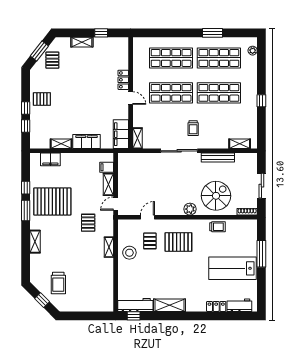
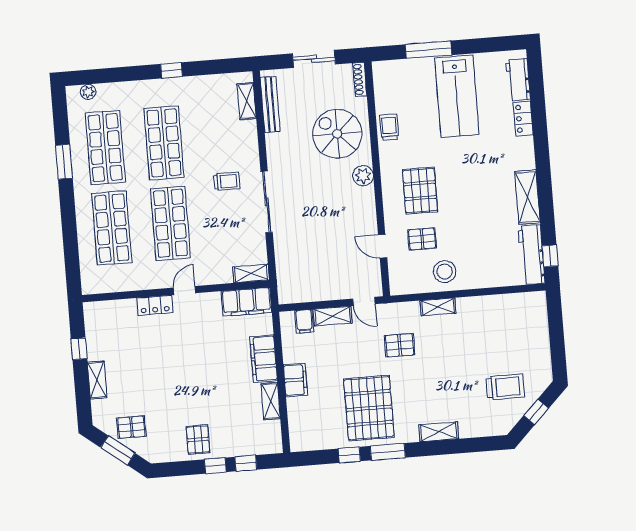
bench: (218, 158) -> (270, 104), moved
filing cabinet: (50, 159) -> (295, 380), moved

